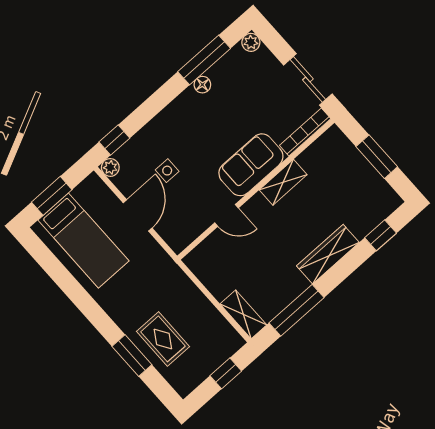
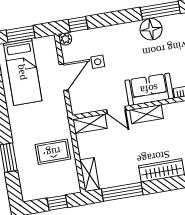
floor lamp: (202, 85) -> (151, 29), width x1.89, depth x1.89
shelving: (283, 182) -> (147, 114), moved
shelving: (205, 252) -> (90, 124), added
rug: (163, 339) -> (53, 152), moved, turned 90

